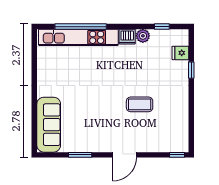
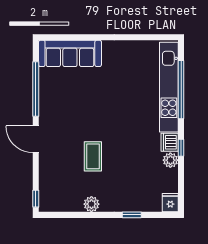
window: (162, 27) -> (181, 148), moved
fridge: (180, 53) -> (170, 203), moved
plant: (182, 106) -> (91, 204), added
window: (80, 155) -> (36, 89), width x2.11

